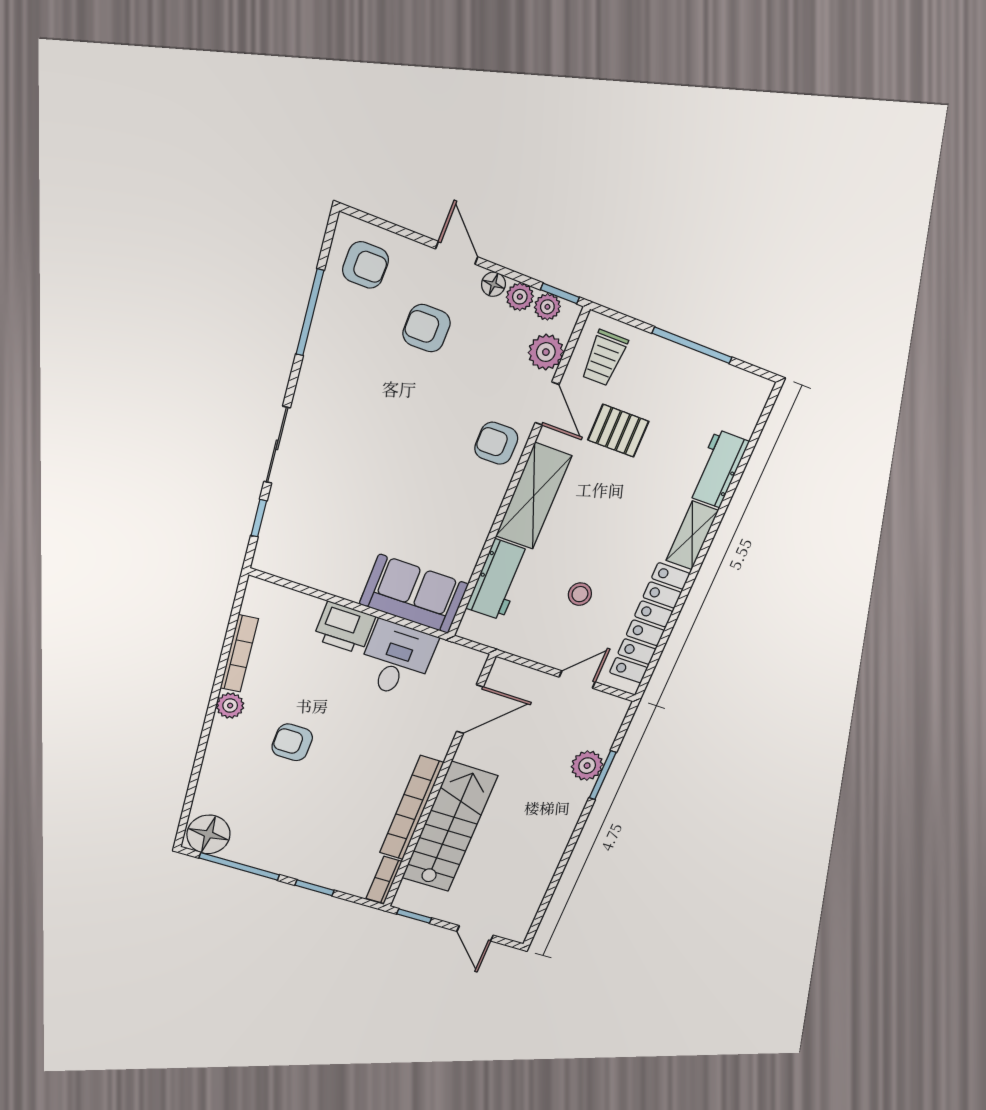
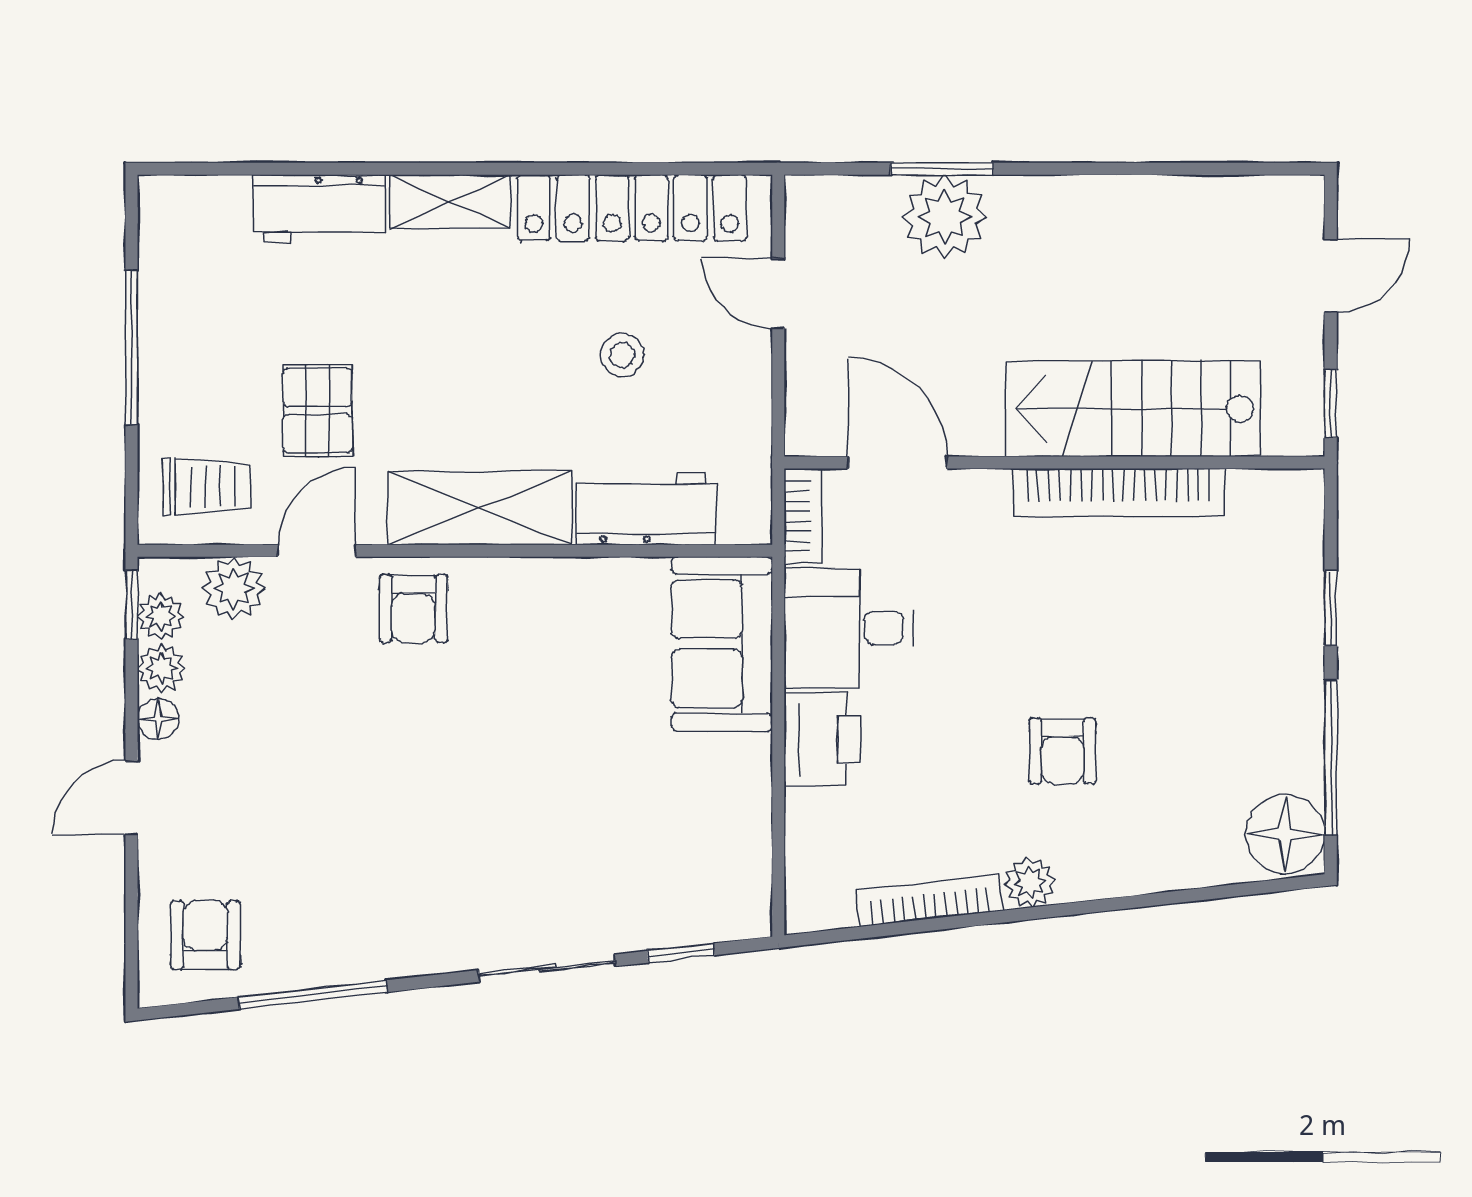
armchair: (427, 328) -> (268, 799), removed
plant: (587, 766) -> (945, 217), width x1.36, depth x1.36
bookcase: (384, 880) -> (803, 516), moved, turned -90

